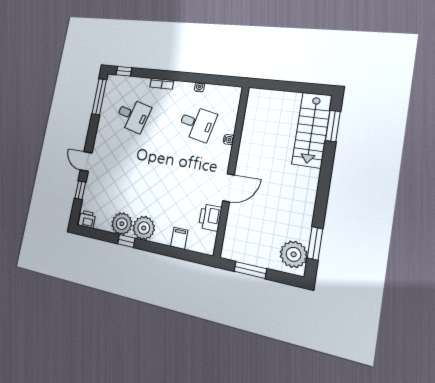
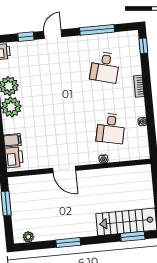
window: (99, 97) -> (97, 30), moved
printer: (210, 217) -> (14, 157), moved, turned 90
window: (315, 243) -> (68, 243), moved
plant: (294, 254) -> (28, 237), width x0.53, depth x0.53

